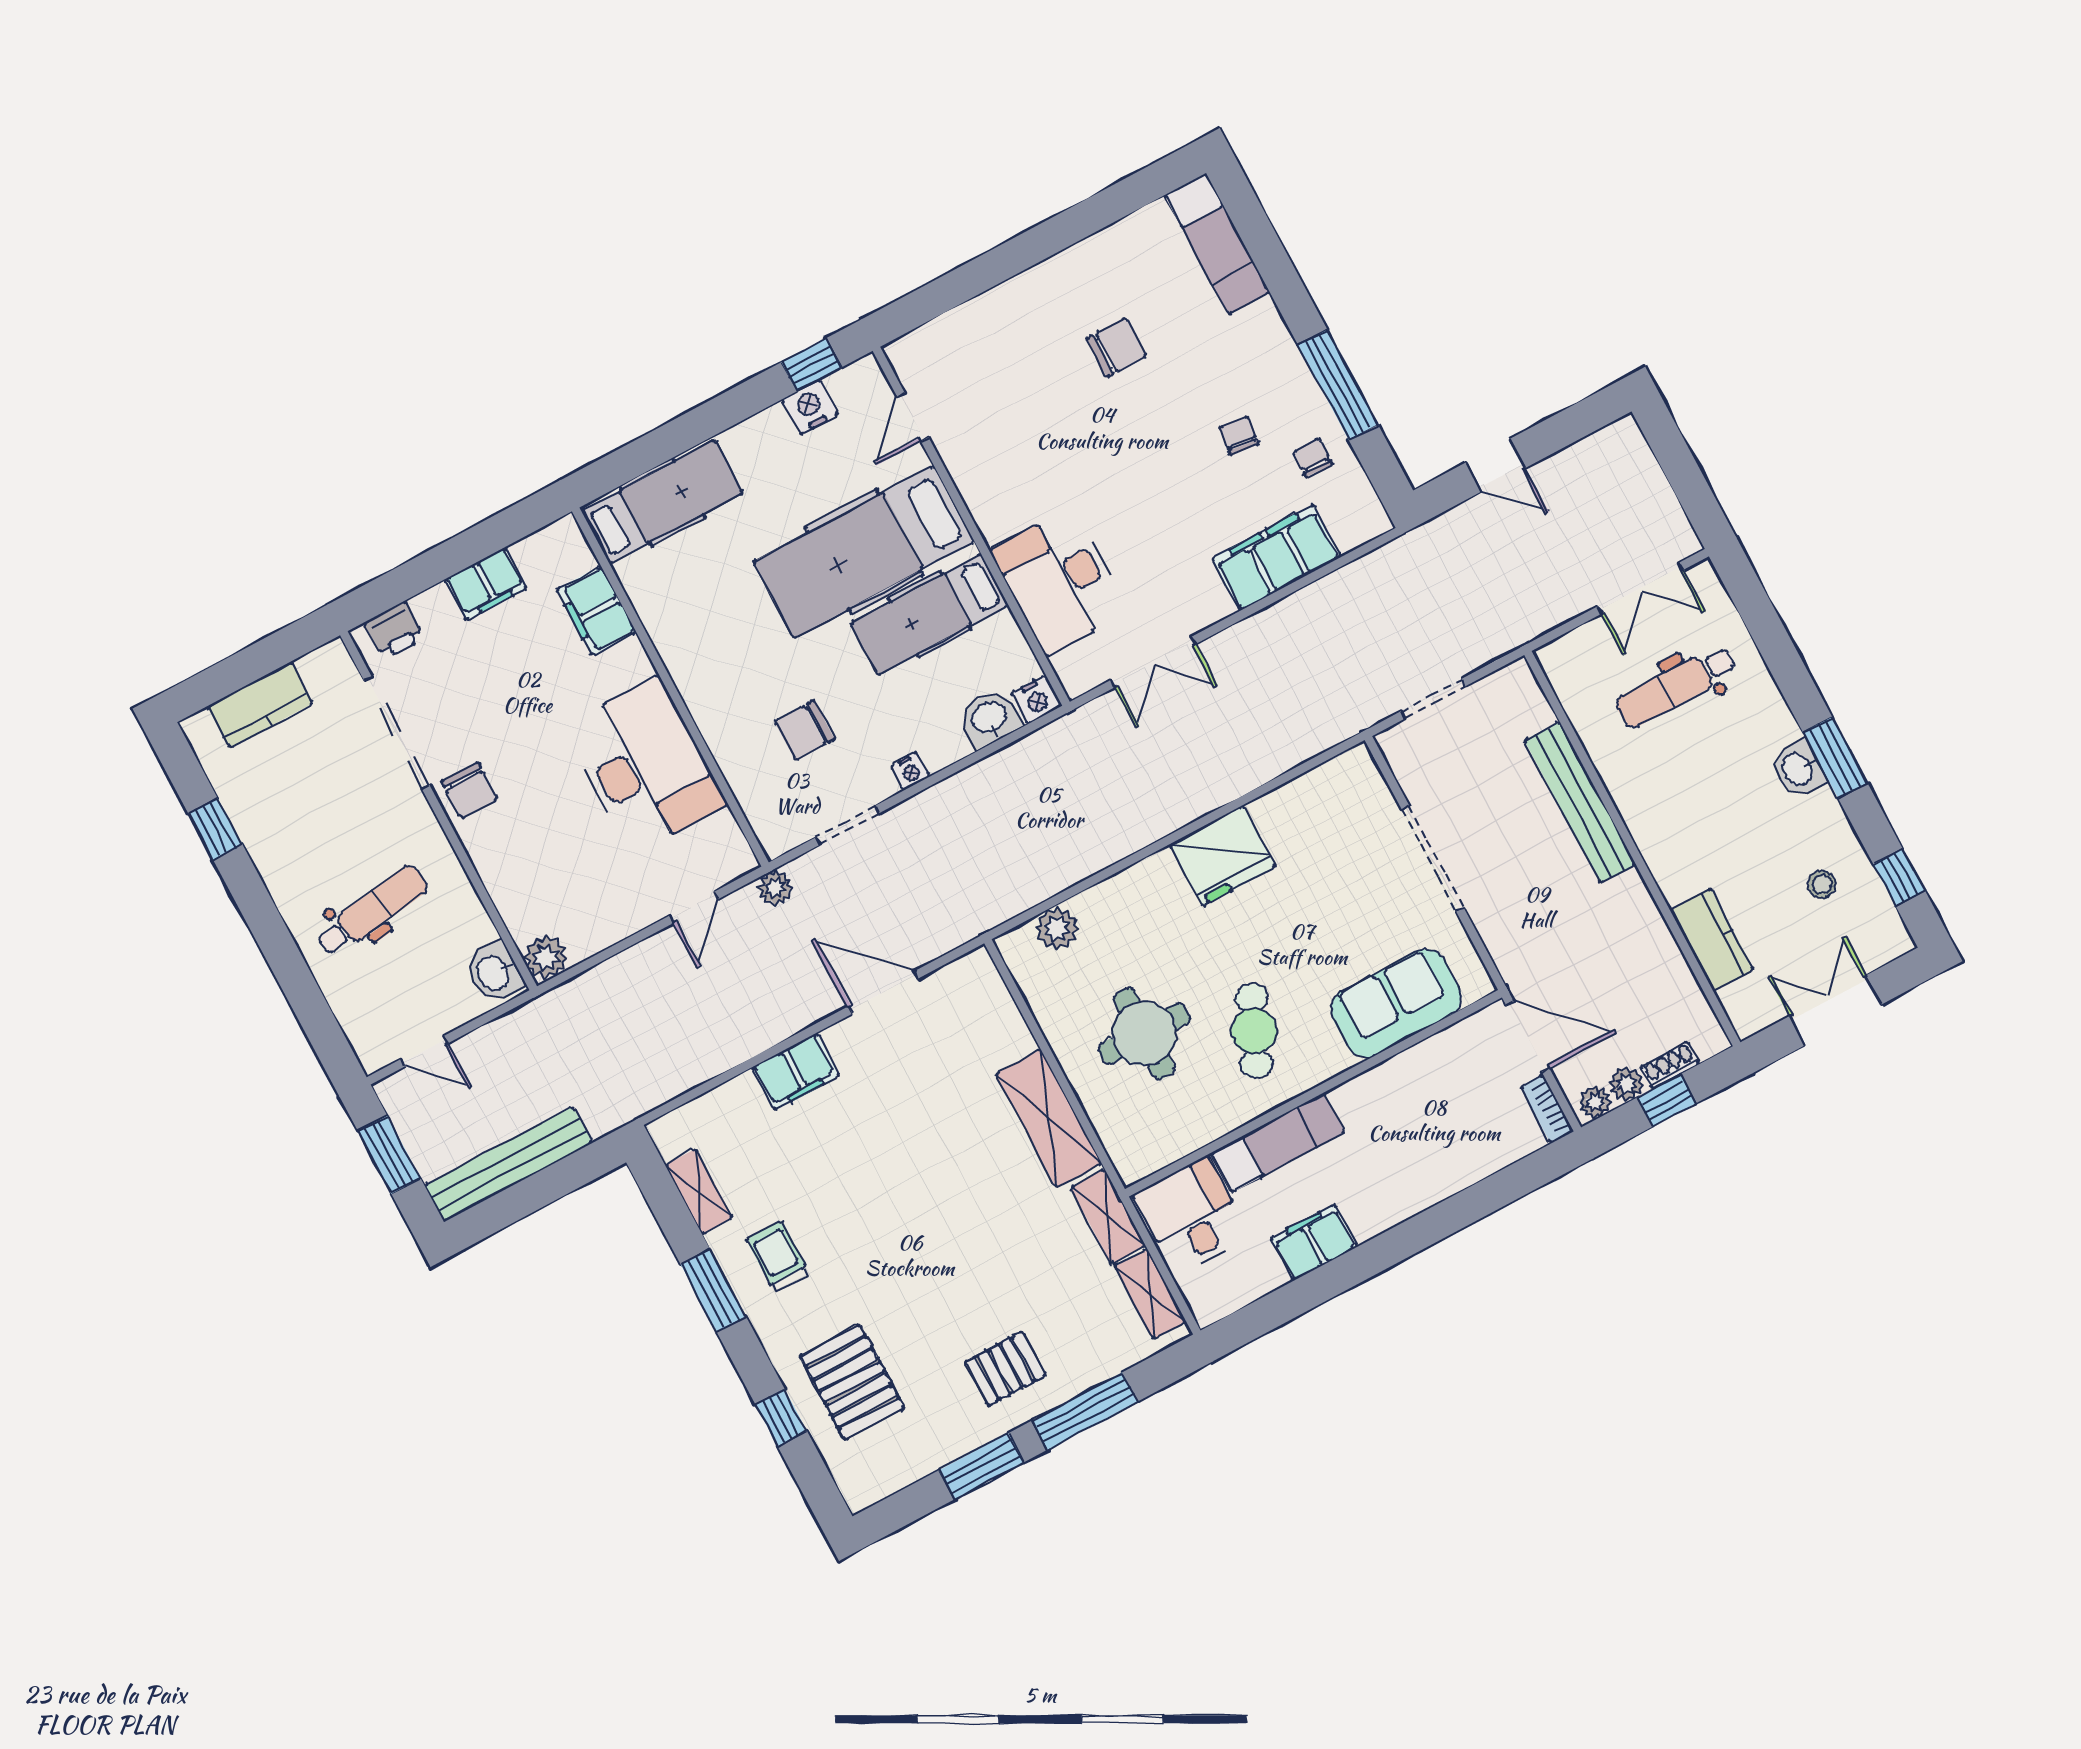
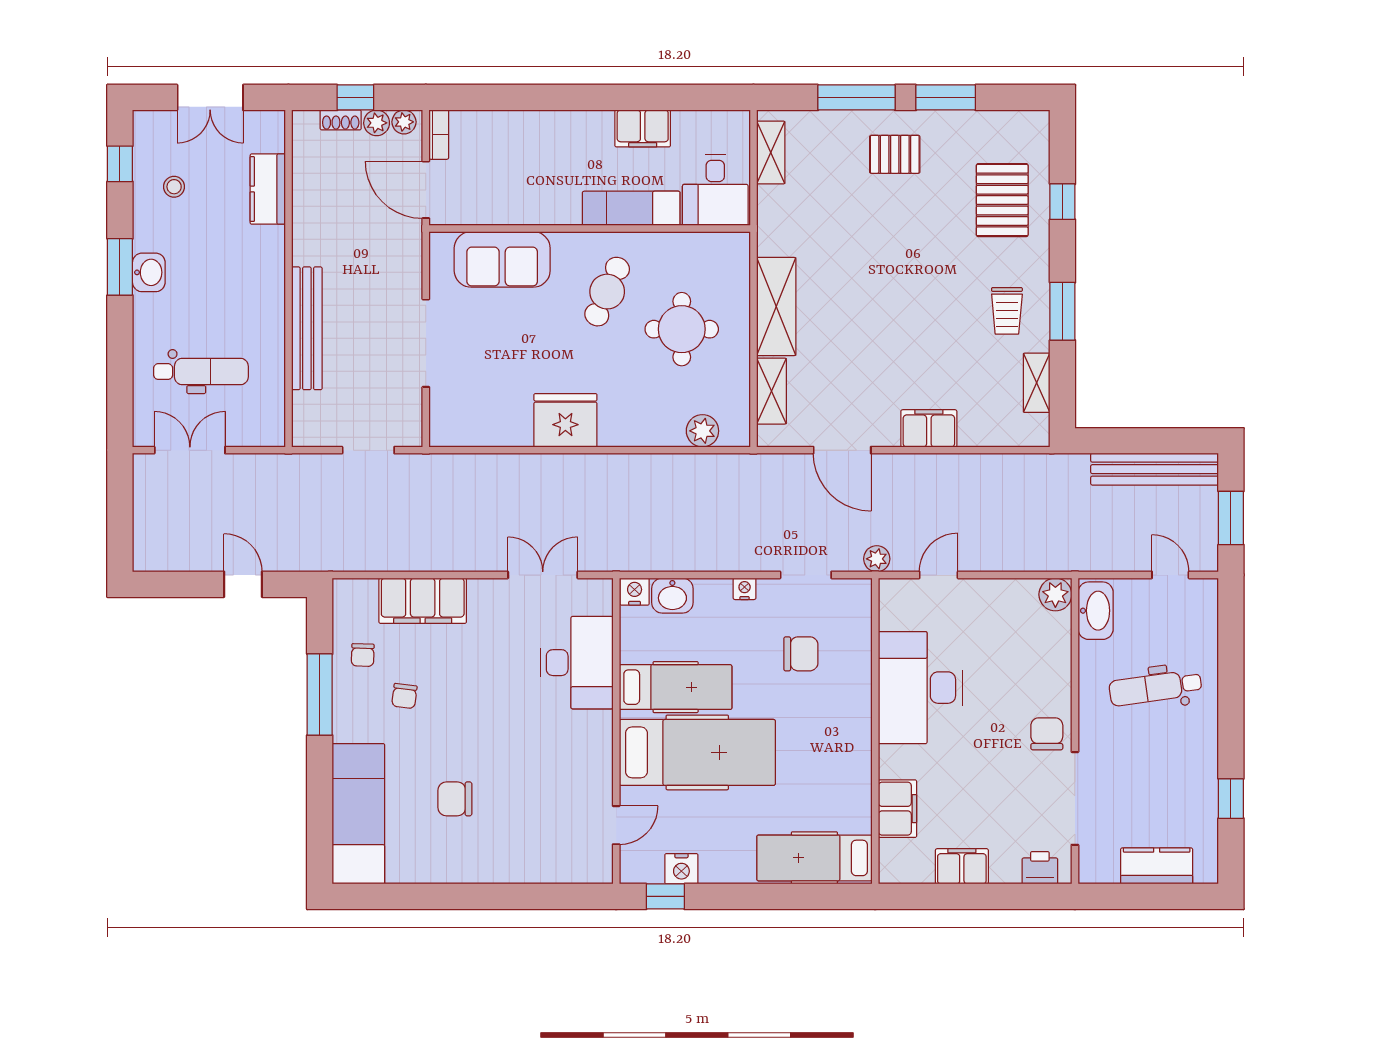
exam couch: (1217, 244) -> (358, 814), width x1.36, depth x1.45
washbasin: (494, 973) -> (1096, 611), width x1.38
shelving: (1108, 1217) -> (771, 391), moved

